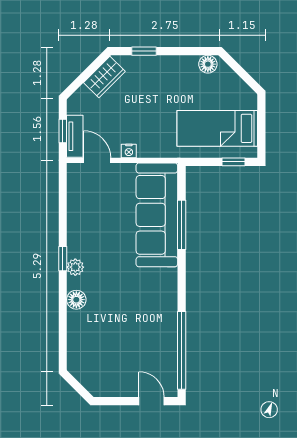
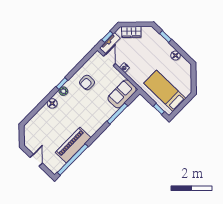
floor lamp: (208, 64) -> (176, 55), moved
wardrobe: (104, 77) -> (131, 32), moved
sofa: (157, 215) -> (122, 94), width x0.54, depth x0.79
armchair: (97, 223) -> (87, 82), added
piano: (162, 329) -> (73, 145), added
door: (152, 401) -> (36, 160), moved

